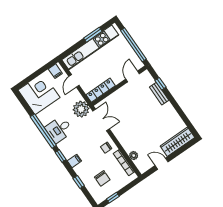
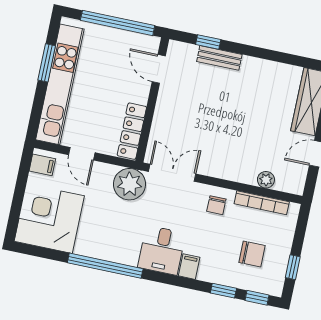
desk: (59, 129) -> (162, 250), moved
window: (61, 156) -> (257, 298), moved

